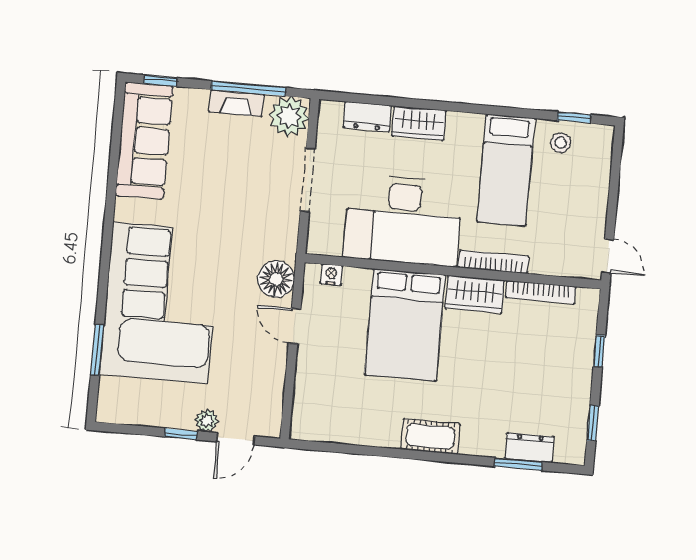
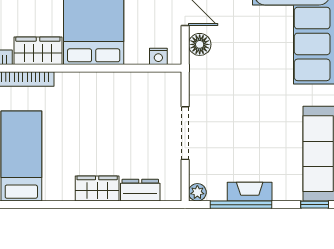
plant: (289, 116) -> (197, 192), width x0.53, depth x0.53
desk: (403, 220) -> (103, 107), removed
floor lamp: (276, 279) -> (200, 44), width x0.73, depth x0.73

